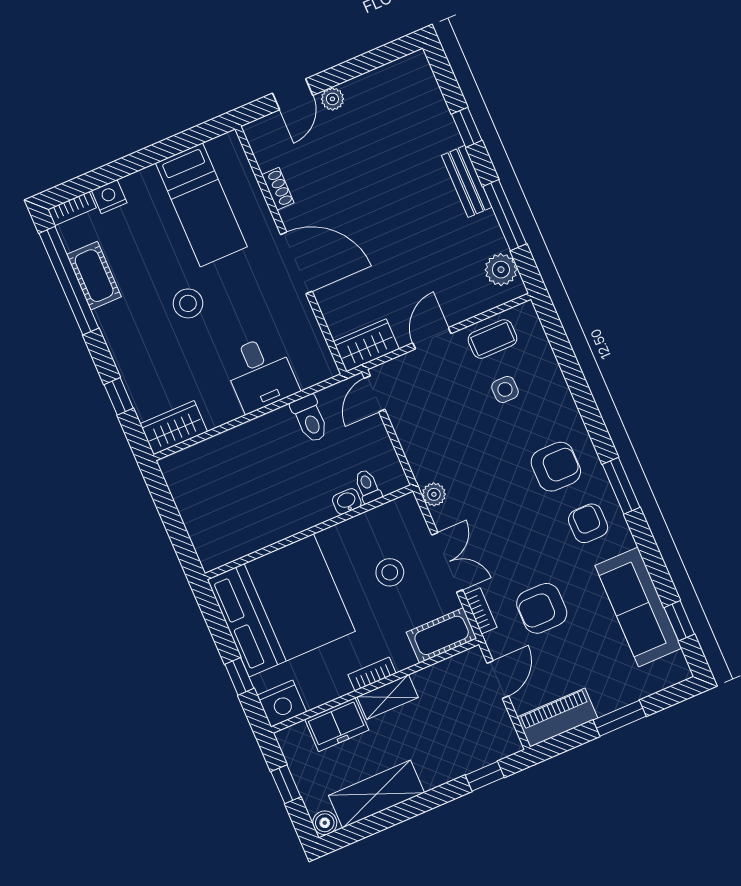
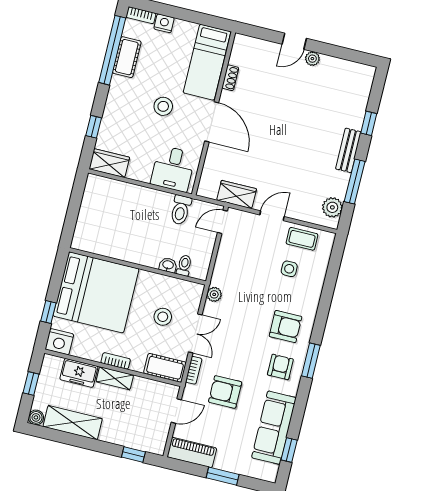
shoe rack: (278, 189) -> (230, 78), moved
wall: (291, 250) -> (214, 113), moved
door: (296, 263) -> (212, 122), moved

